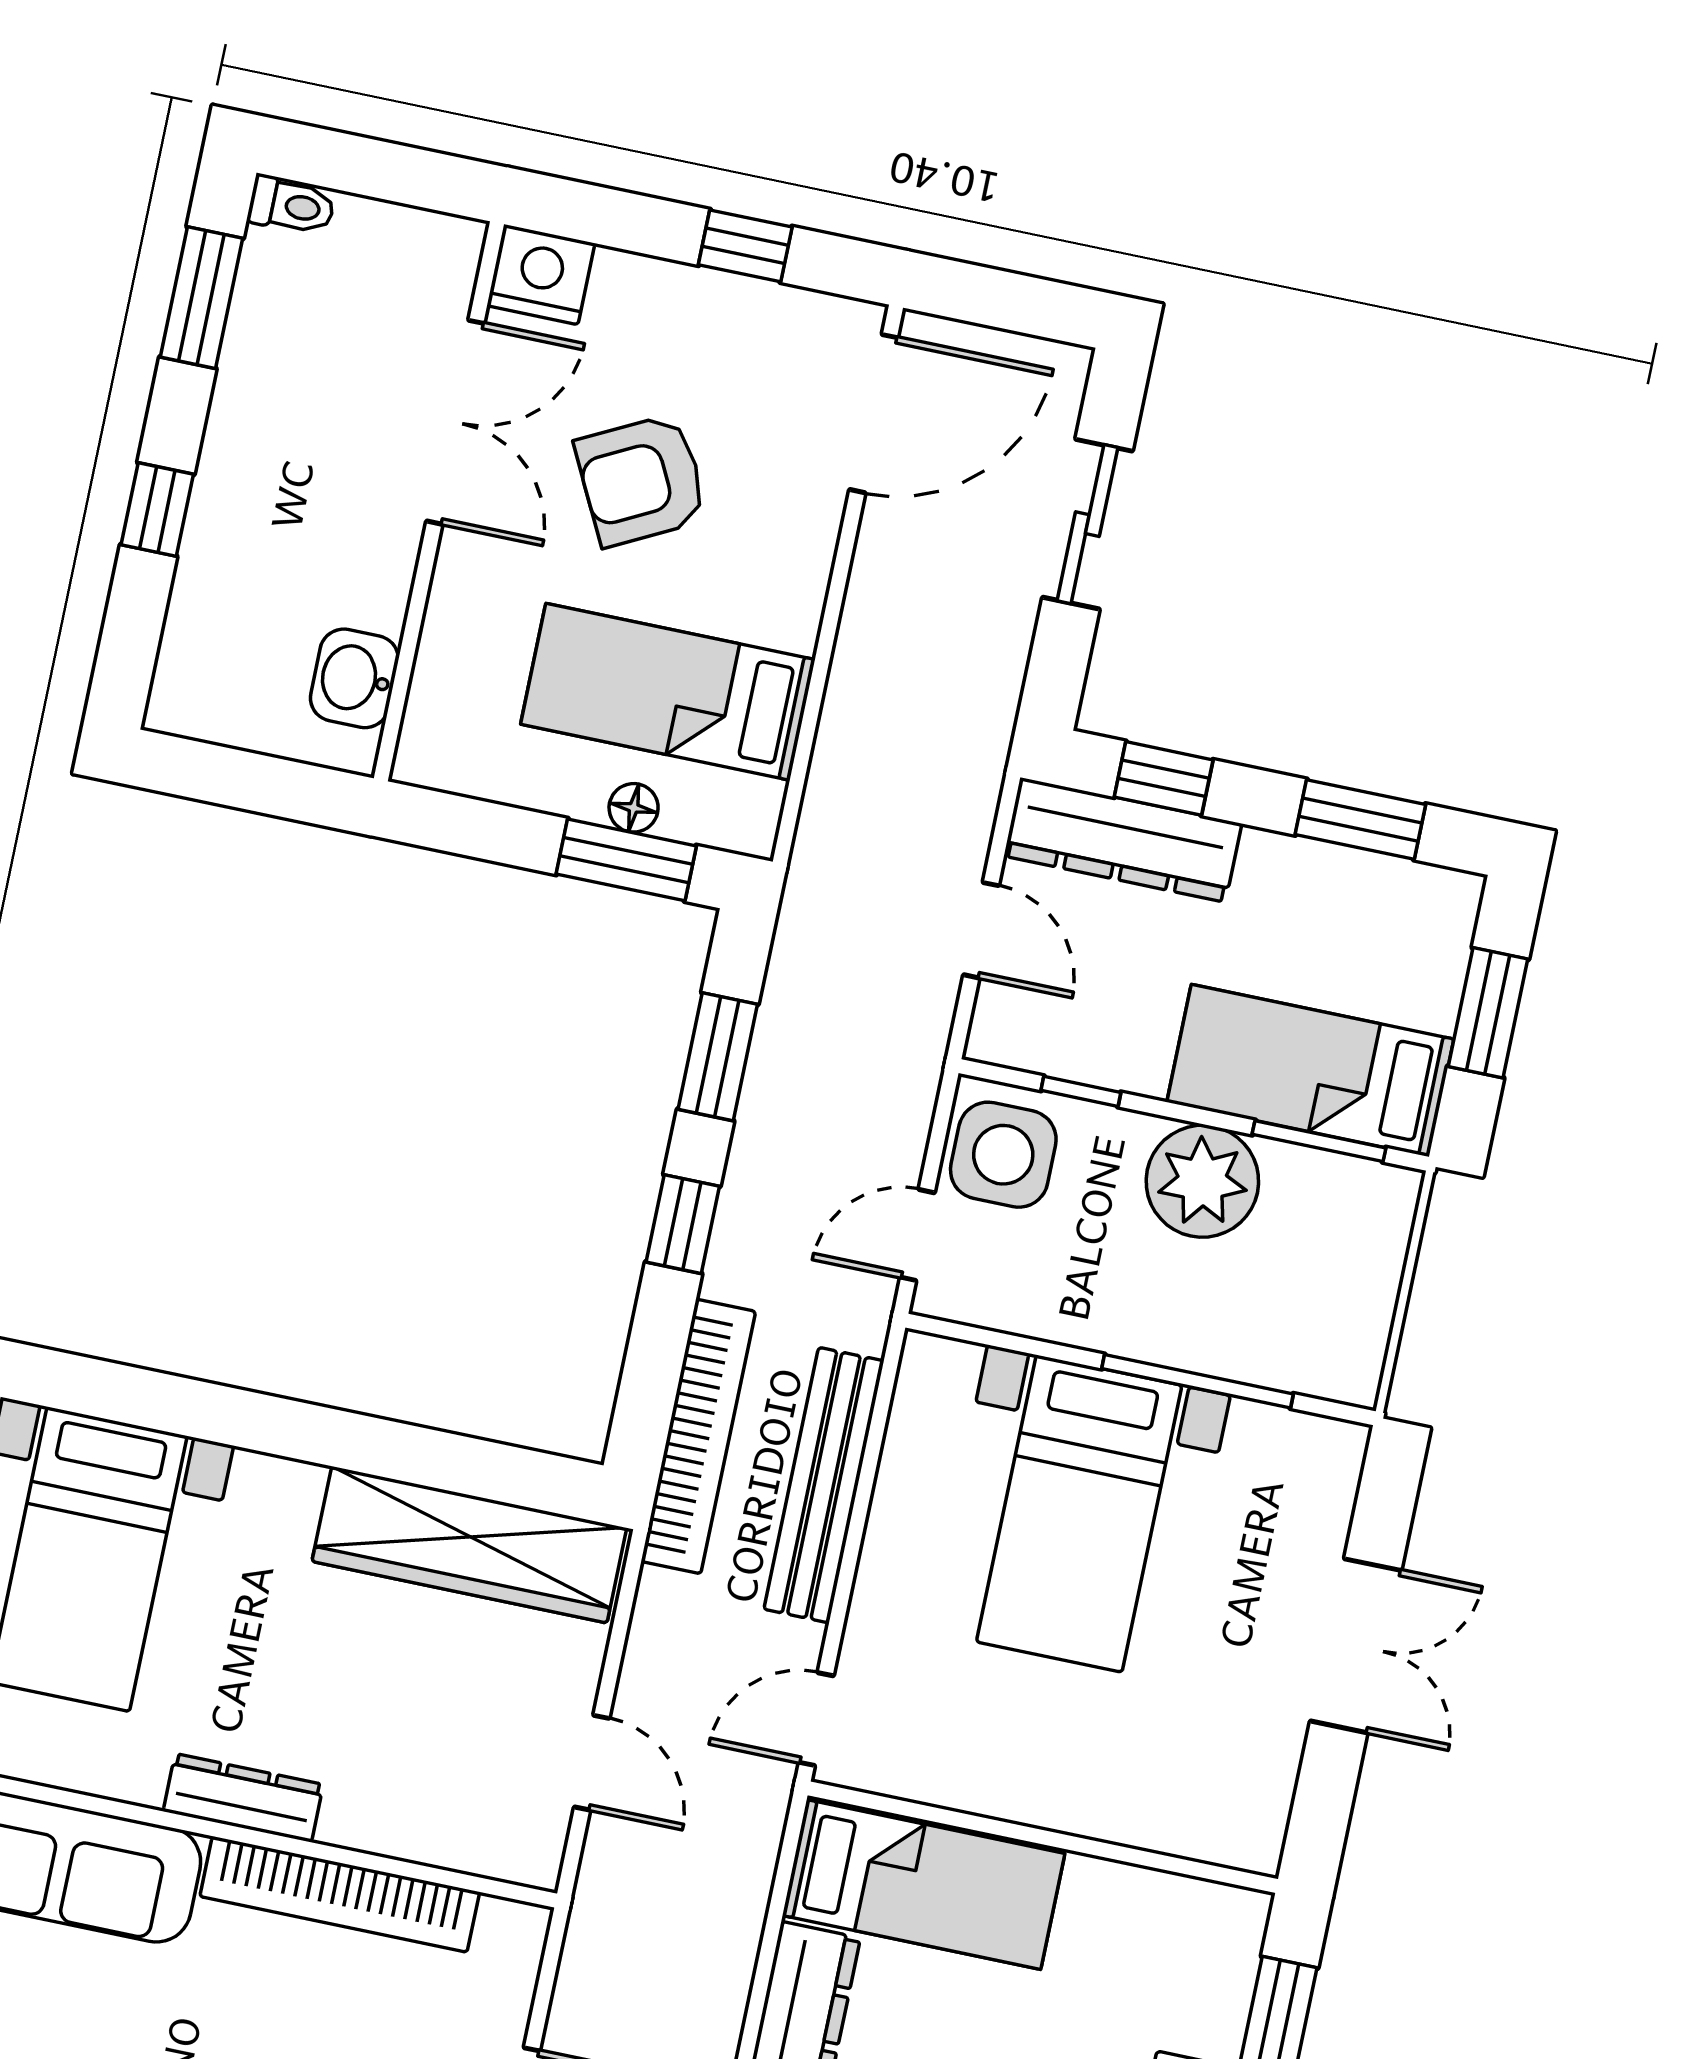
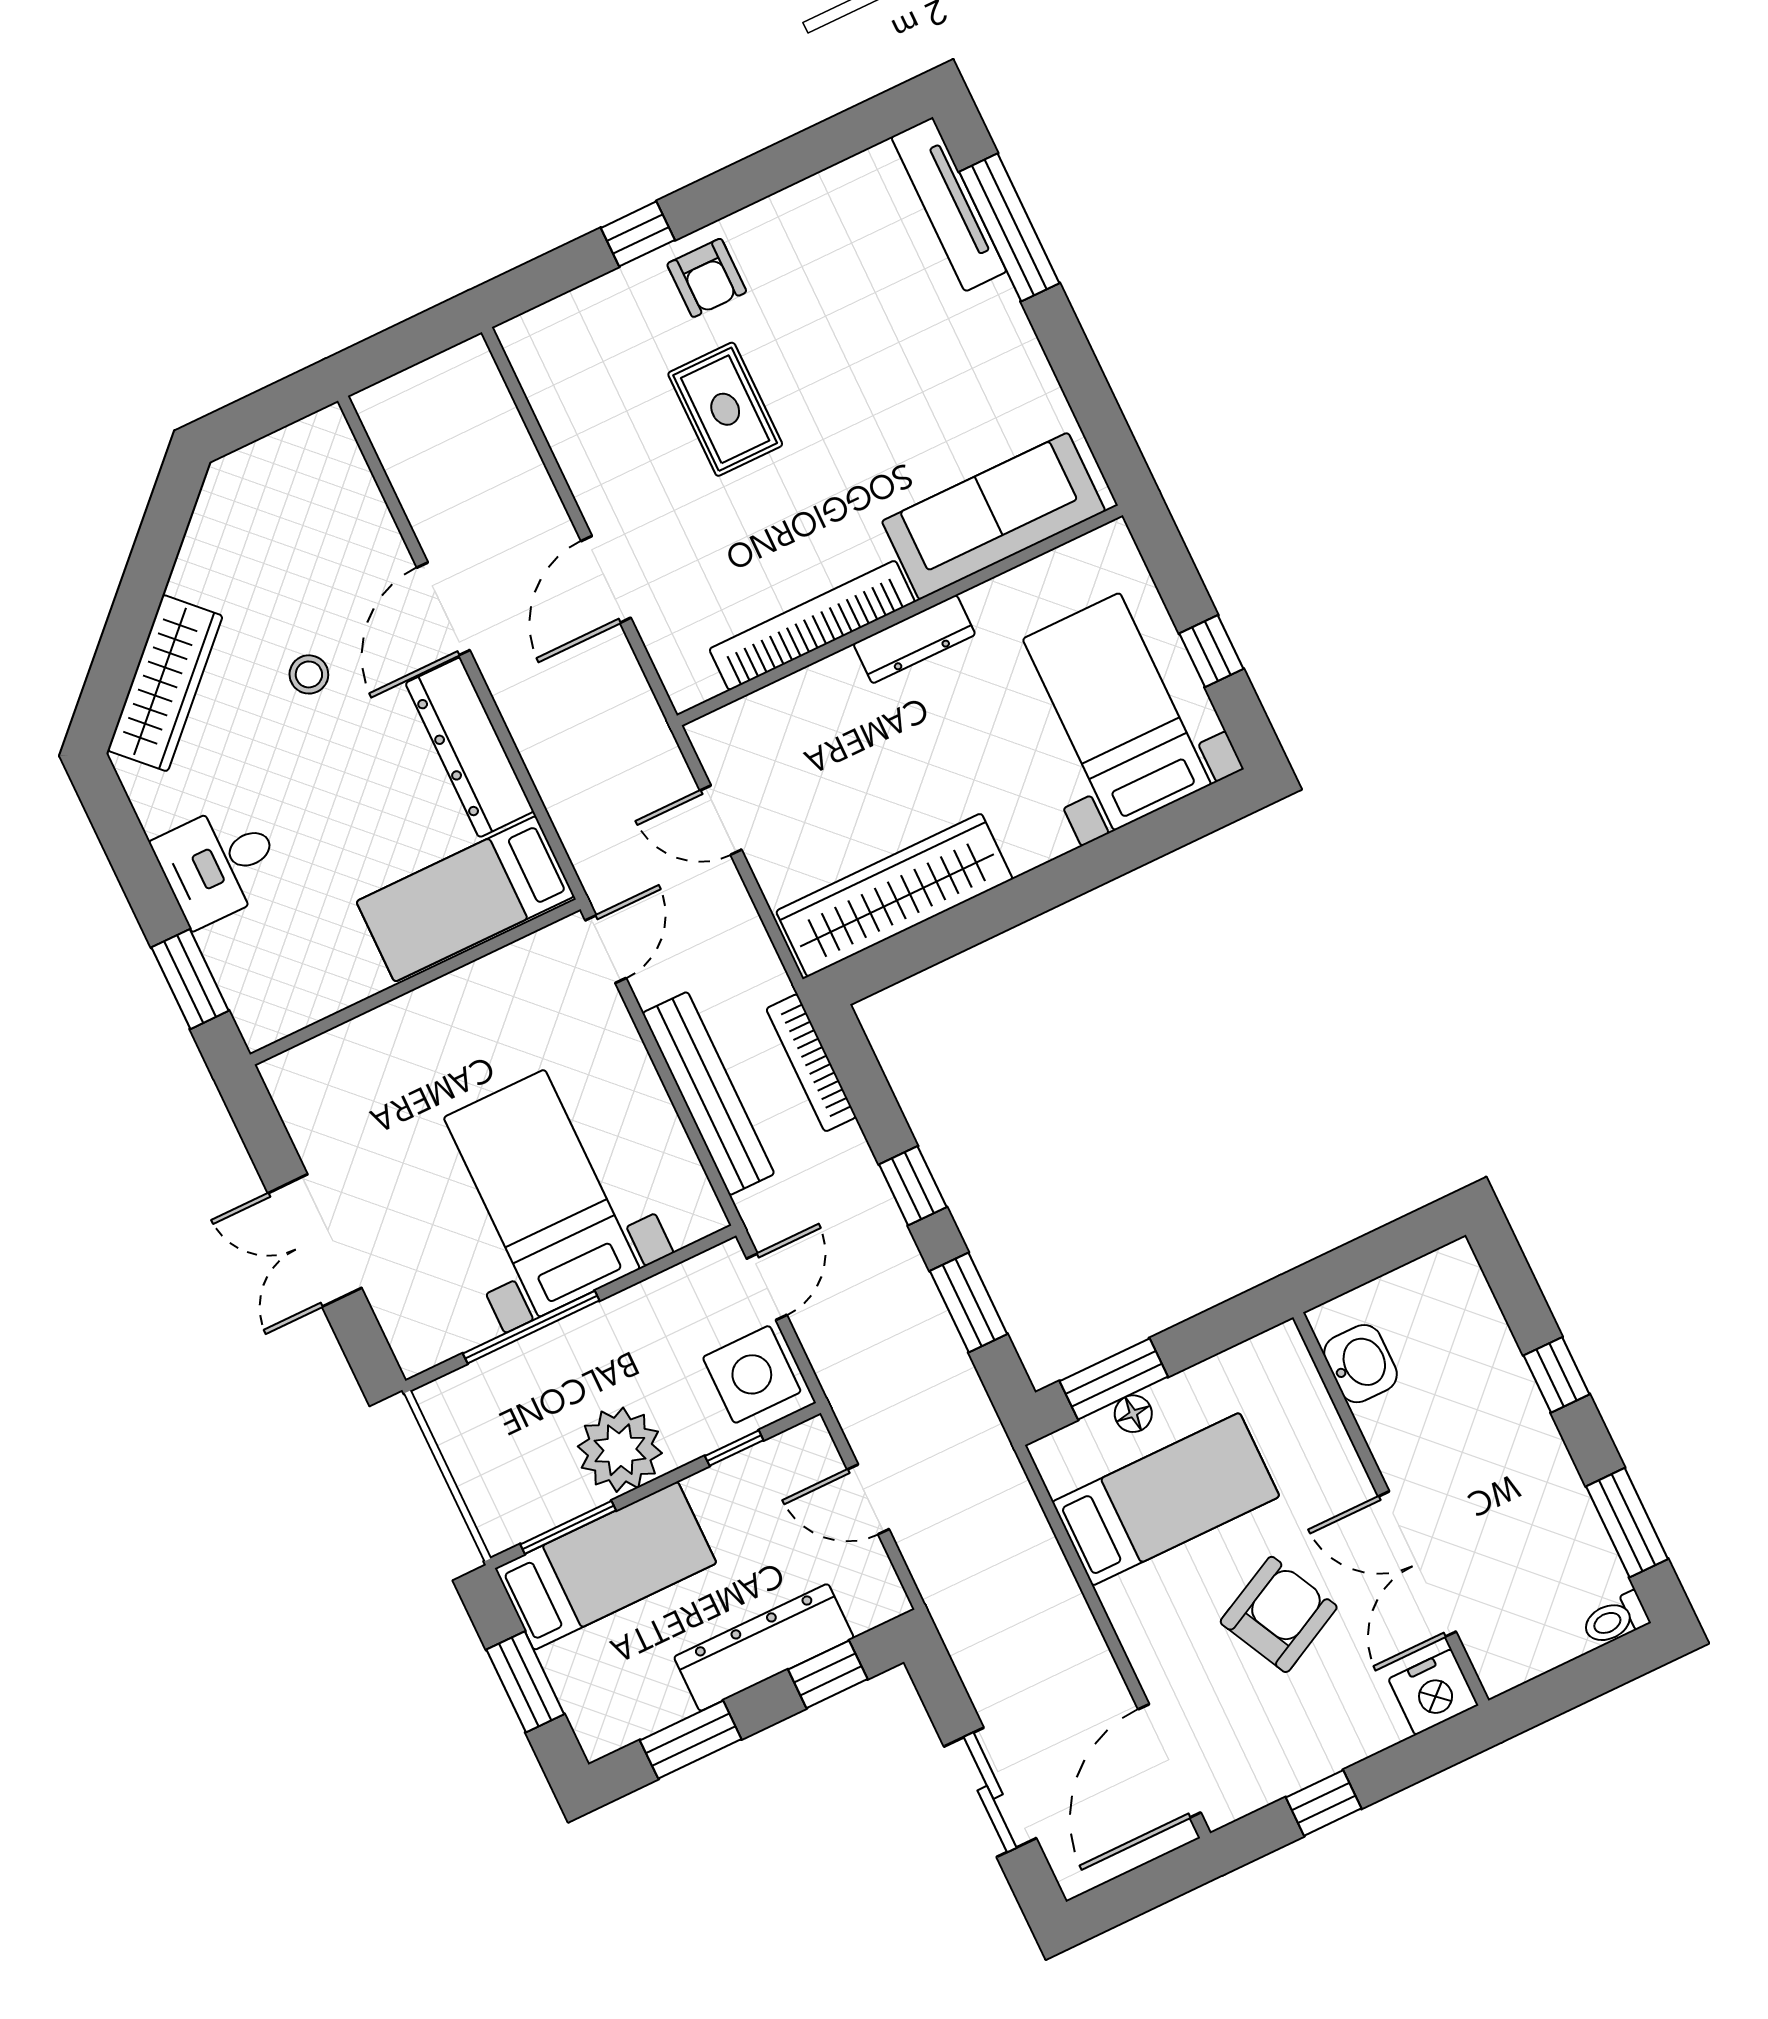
dresser: (1123, 840) -> (764, 1647), moved
bookcase: (698, 1436) -> (811, 1063), width x0.68, depth x0.76

